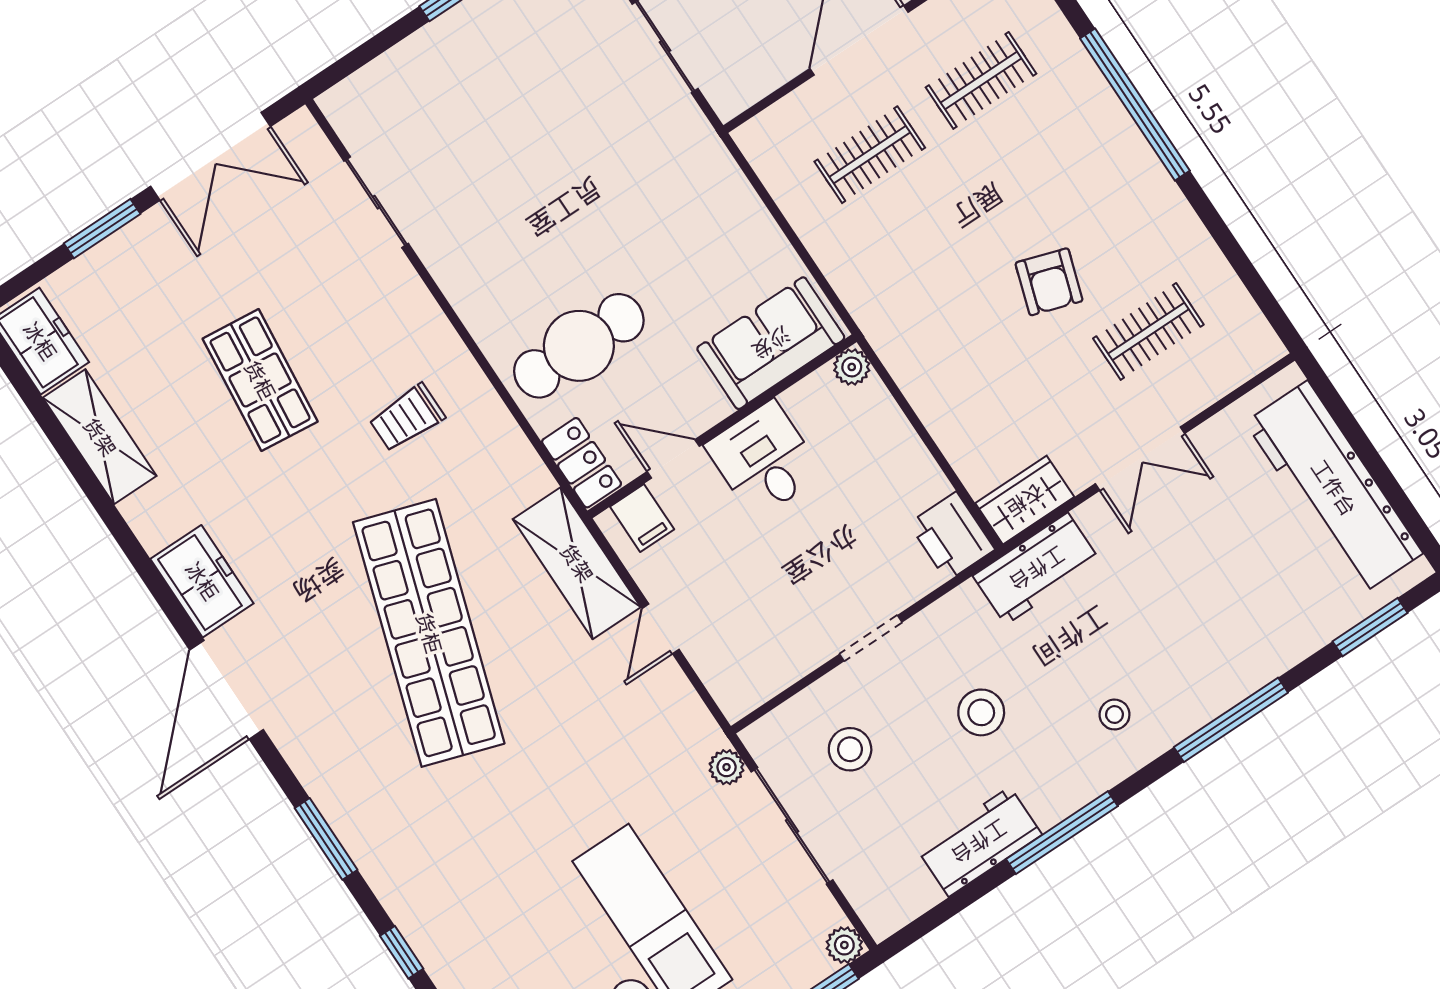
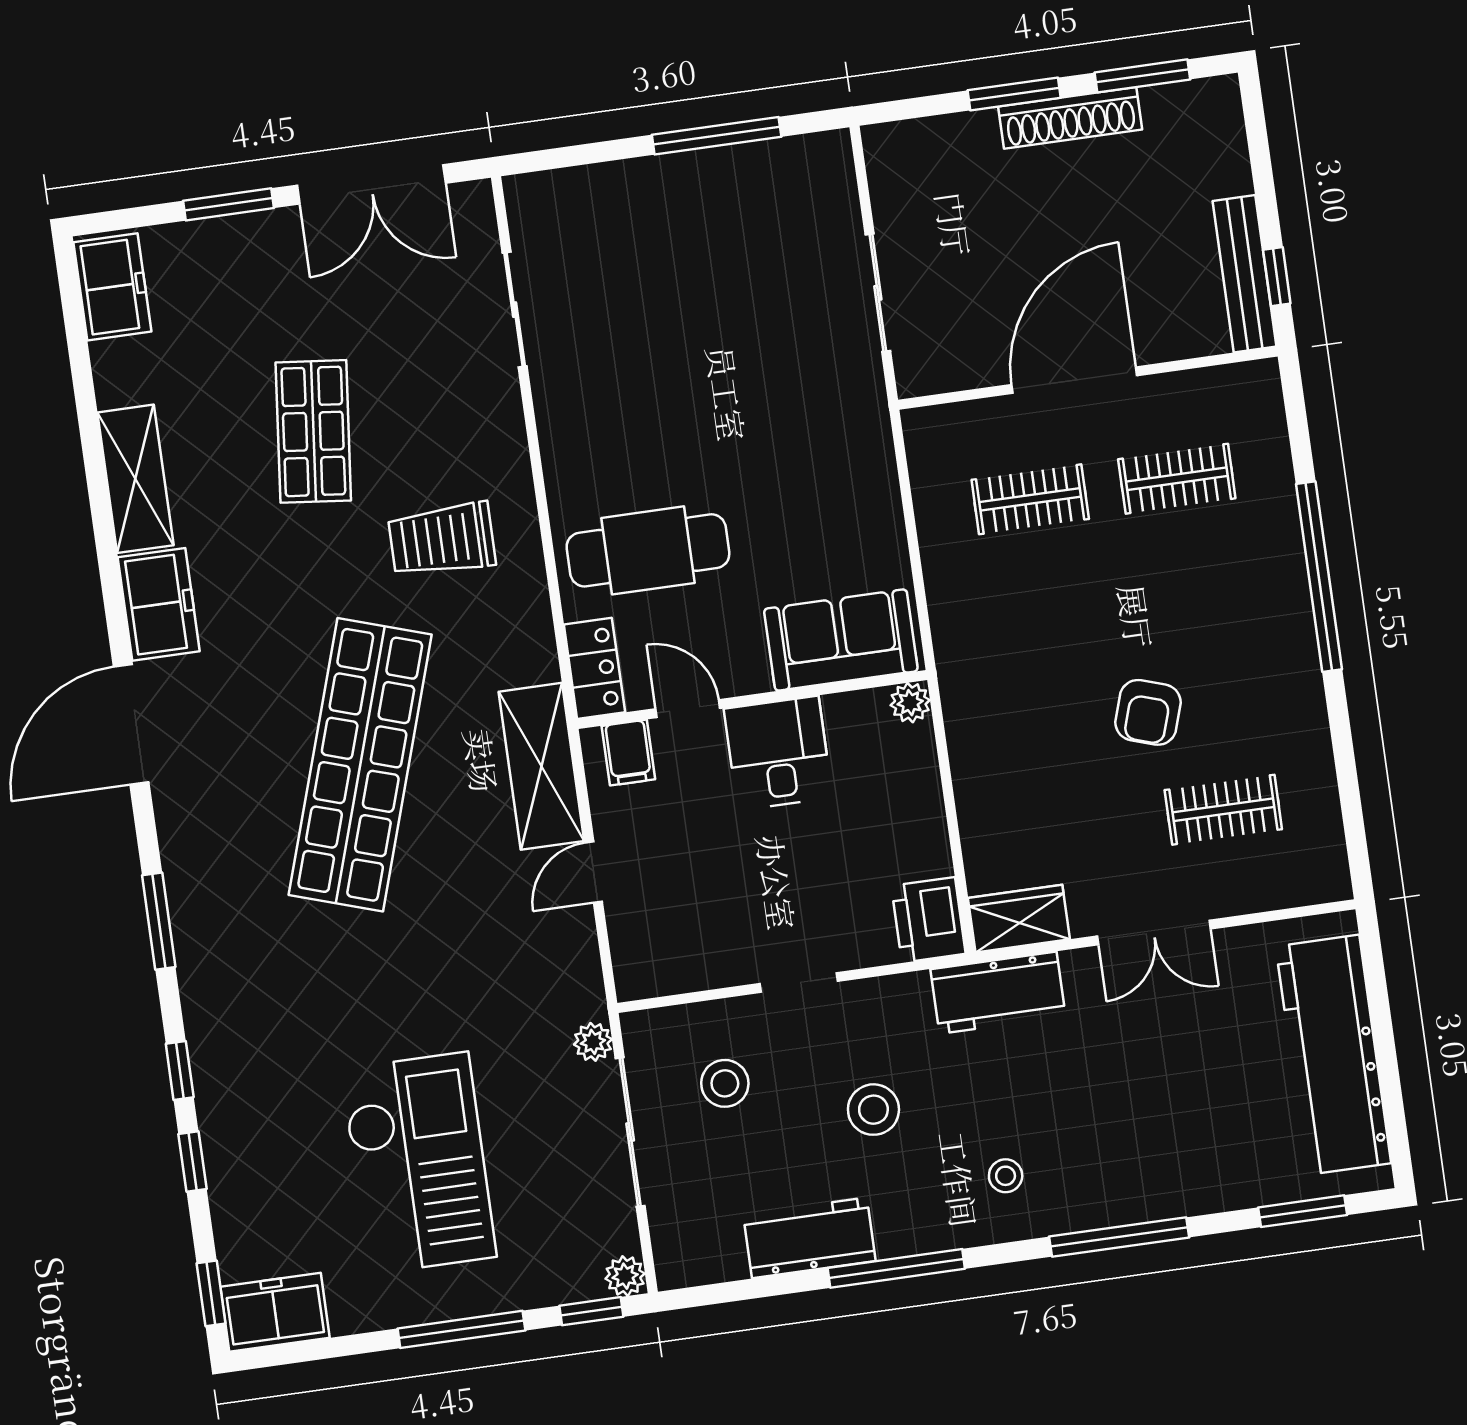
trolley: (407, 418) -> (442, 540), width x1.36, depth x1.39
shelving: (100, 437) -> (135, 479), moved

